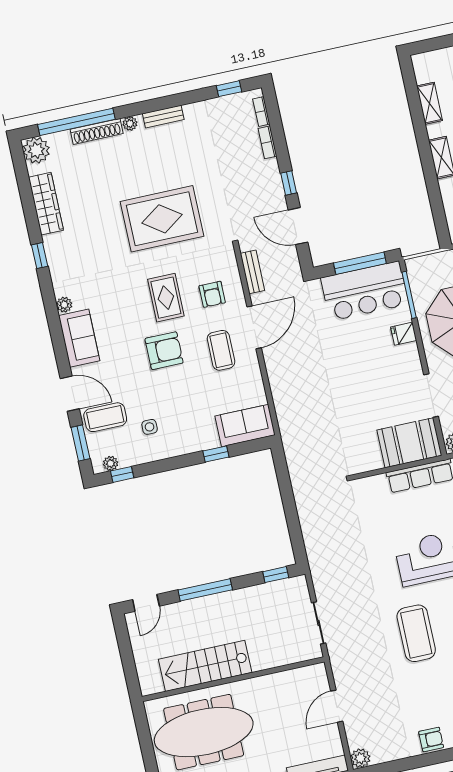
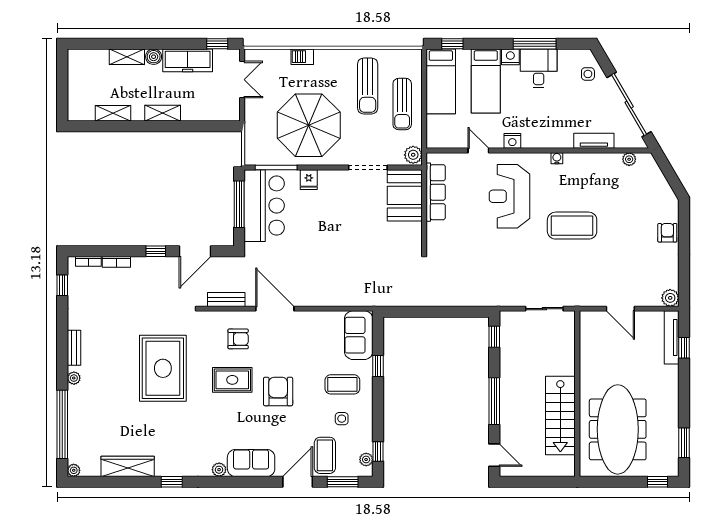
shoe rack: (97, 131) -> (74, 409), removed
plant: (36, 150) -> (74, 470), width x0.53, depth x0.53
coffee table: (221, 350) -> (342, 384), moved

